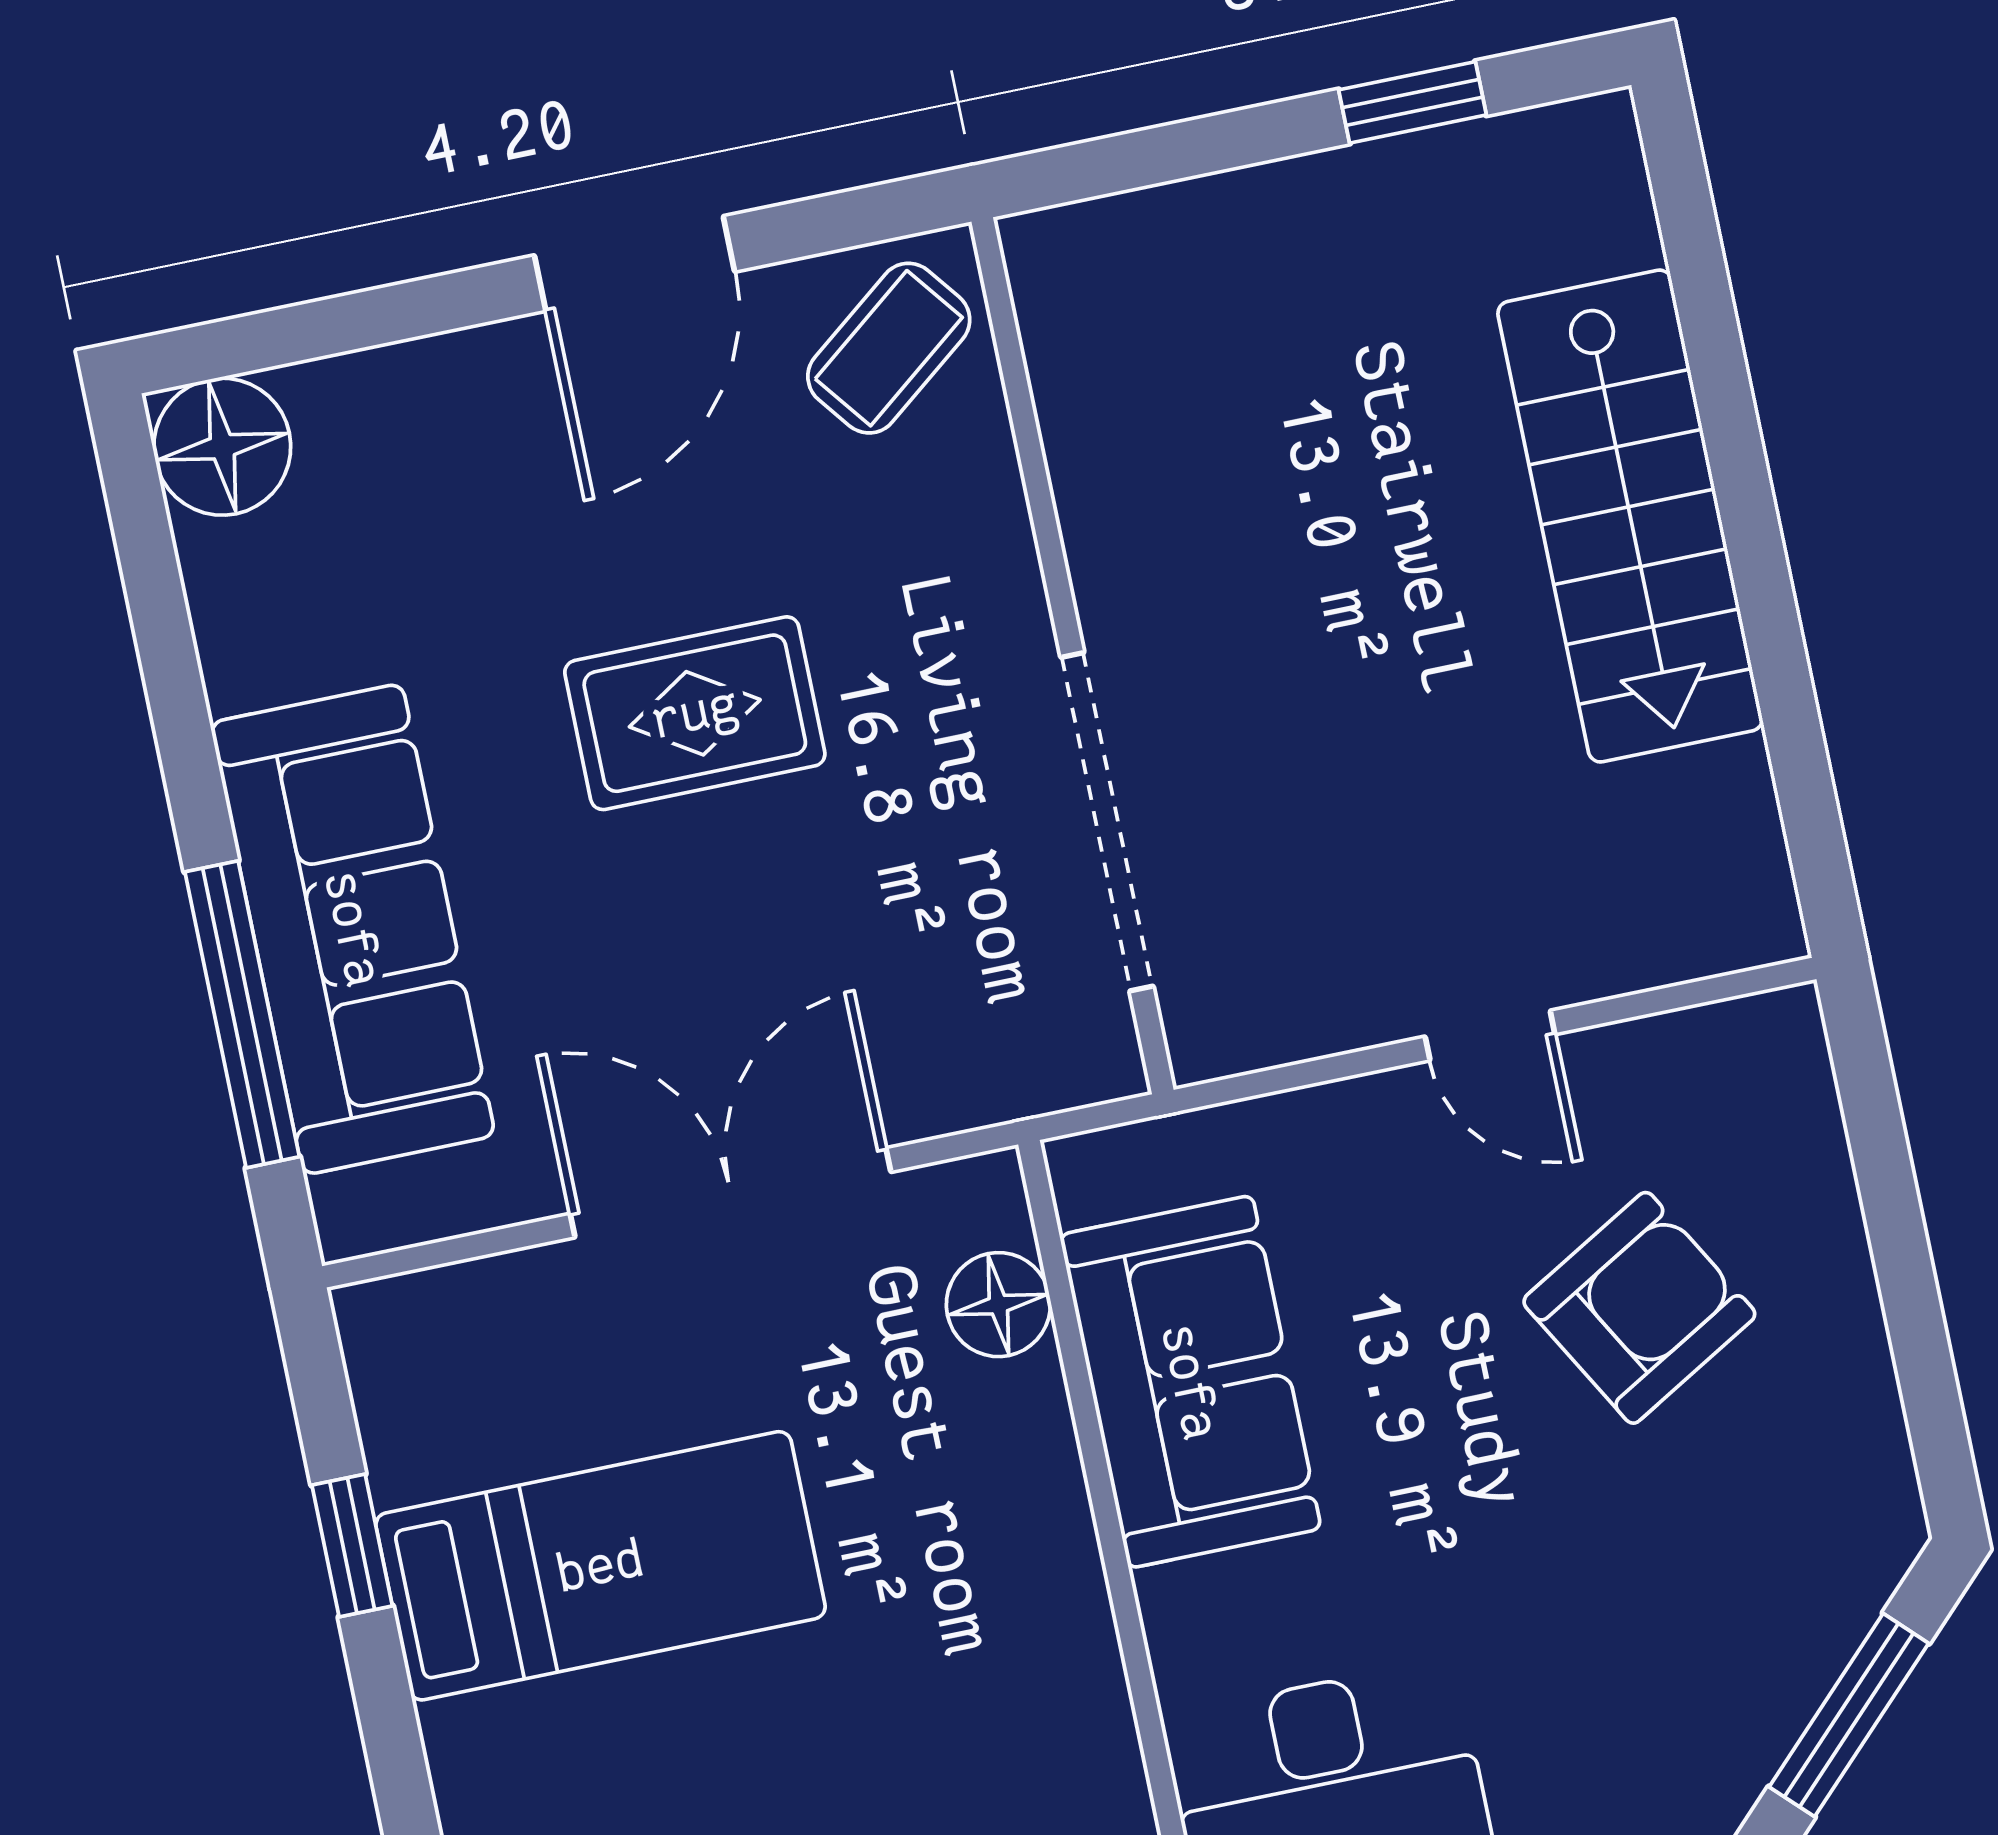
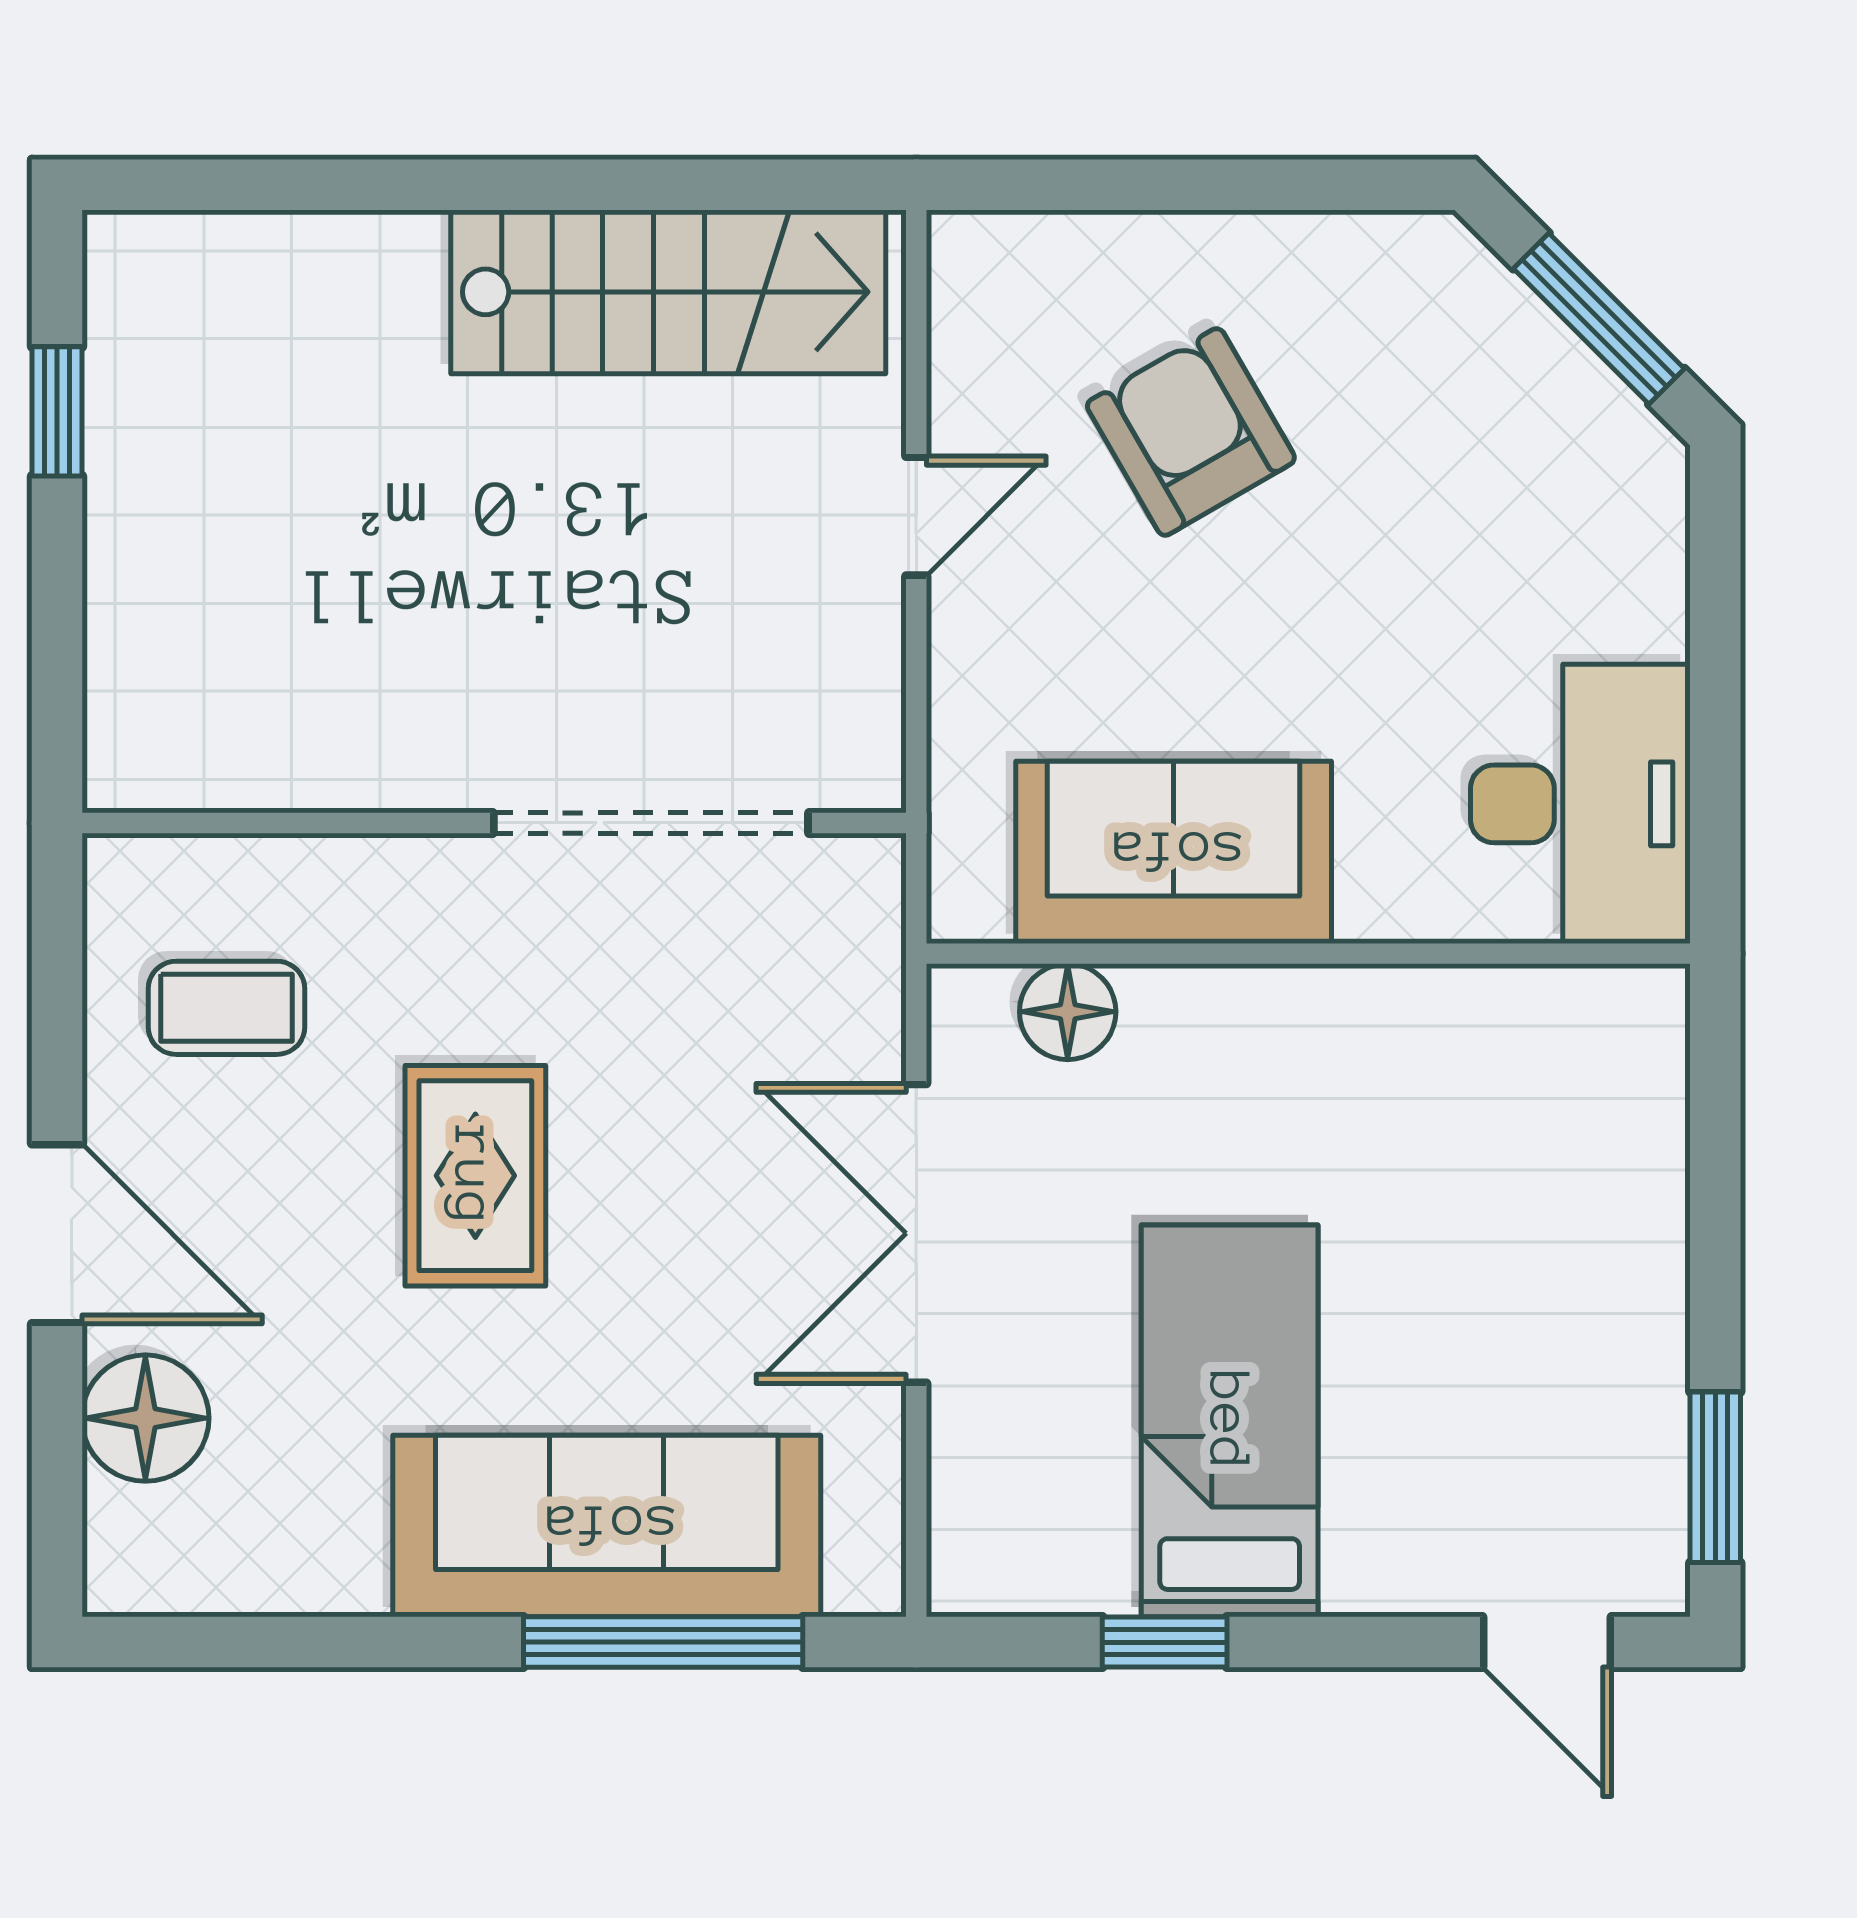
door: (635, 264) -> (57, 1234), moved
coffee table: (889, 348) -> (227, 1008), moved, turned -52
floor lamp: (222, 447) -> (145, 1418), moved
stairs: (1630, 516) -> (668, 292), moved

